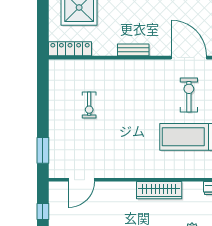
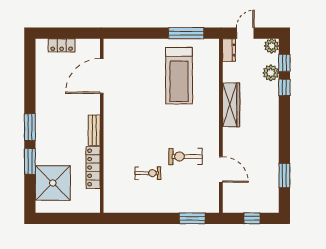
locker: (70, 49) -> (93, 167), moved
exercise bike: (189, 95) -> (186, 156), moved
door: (81, 180) -> (221, 169), moved

